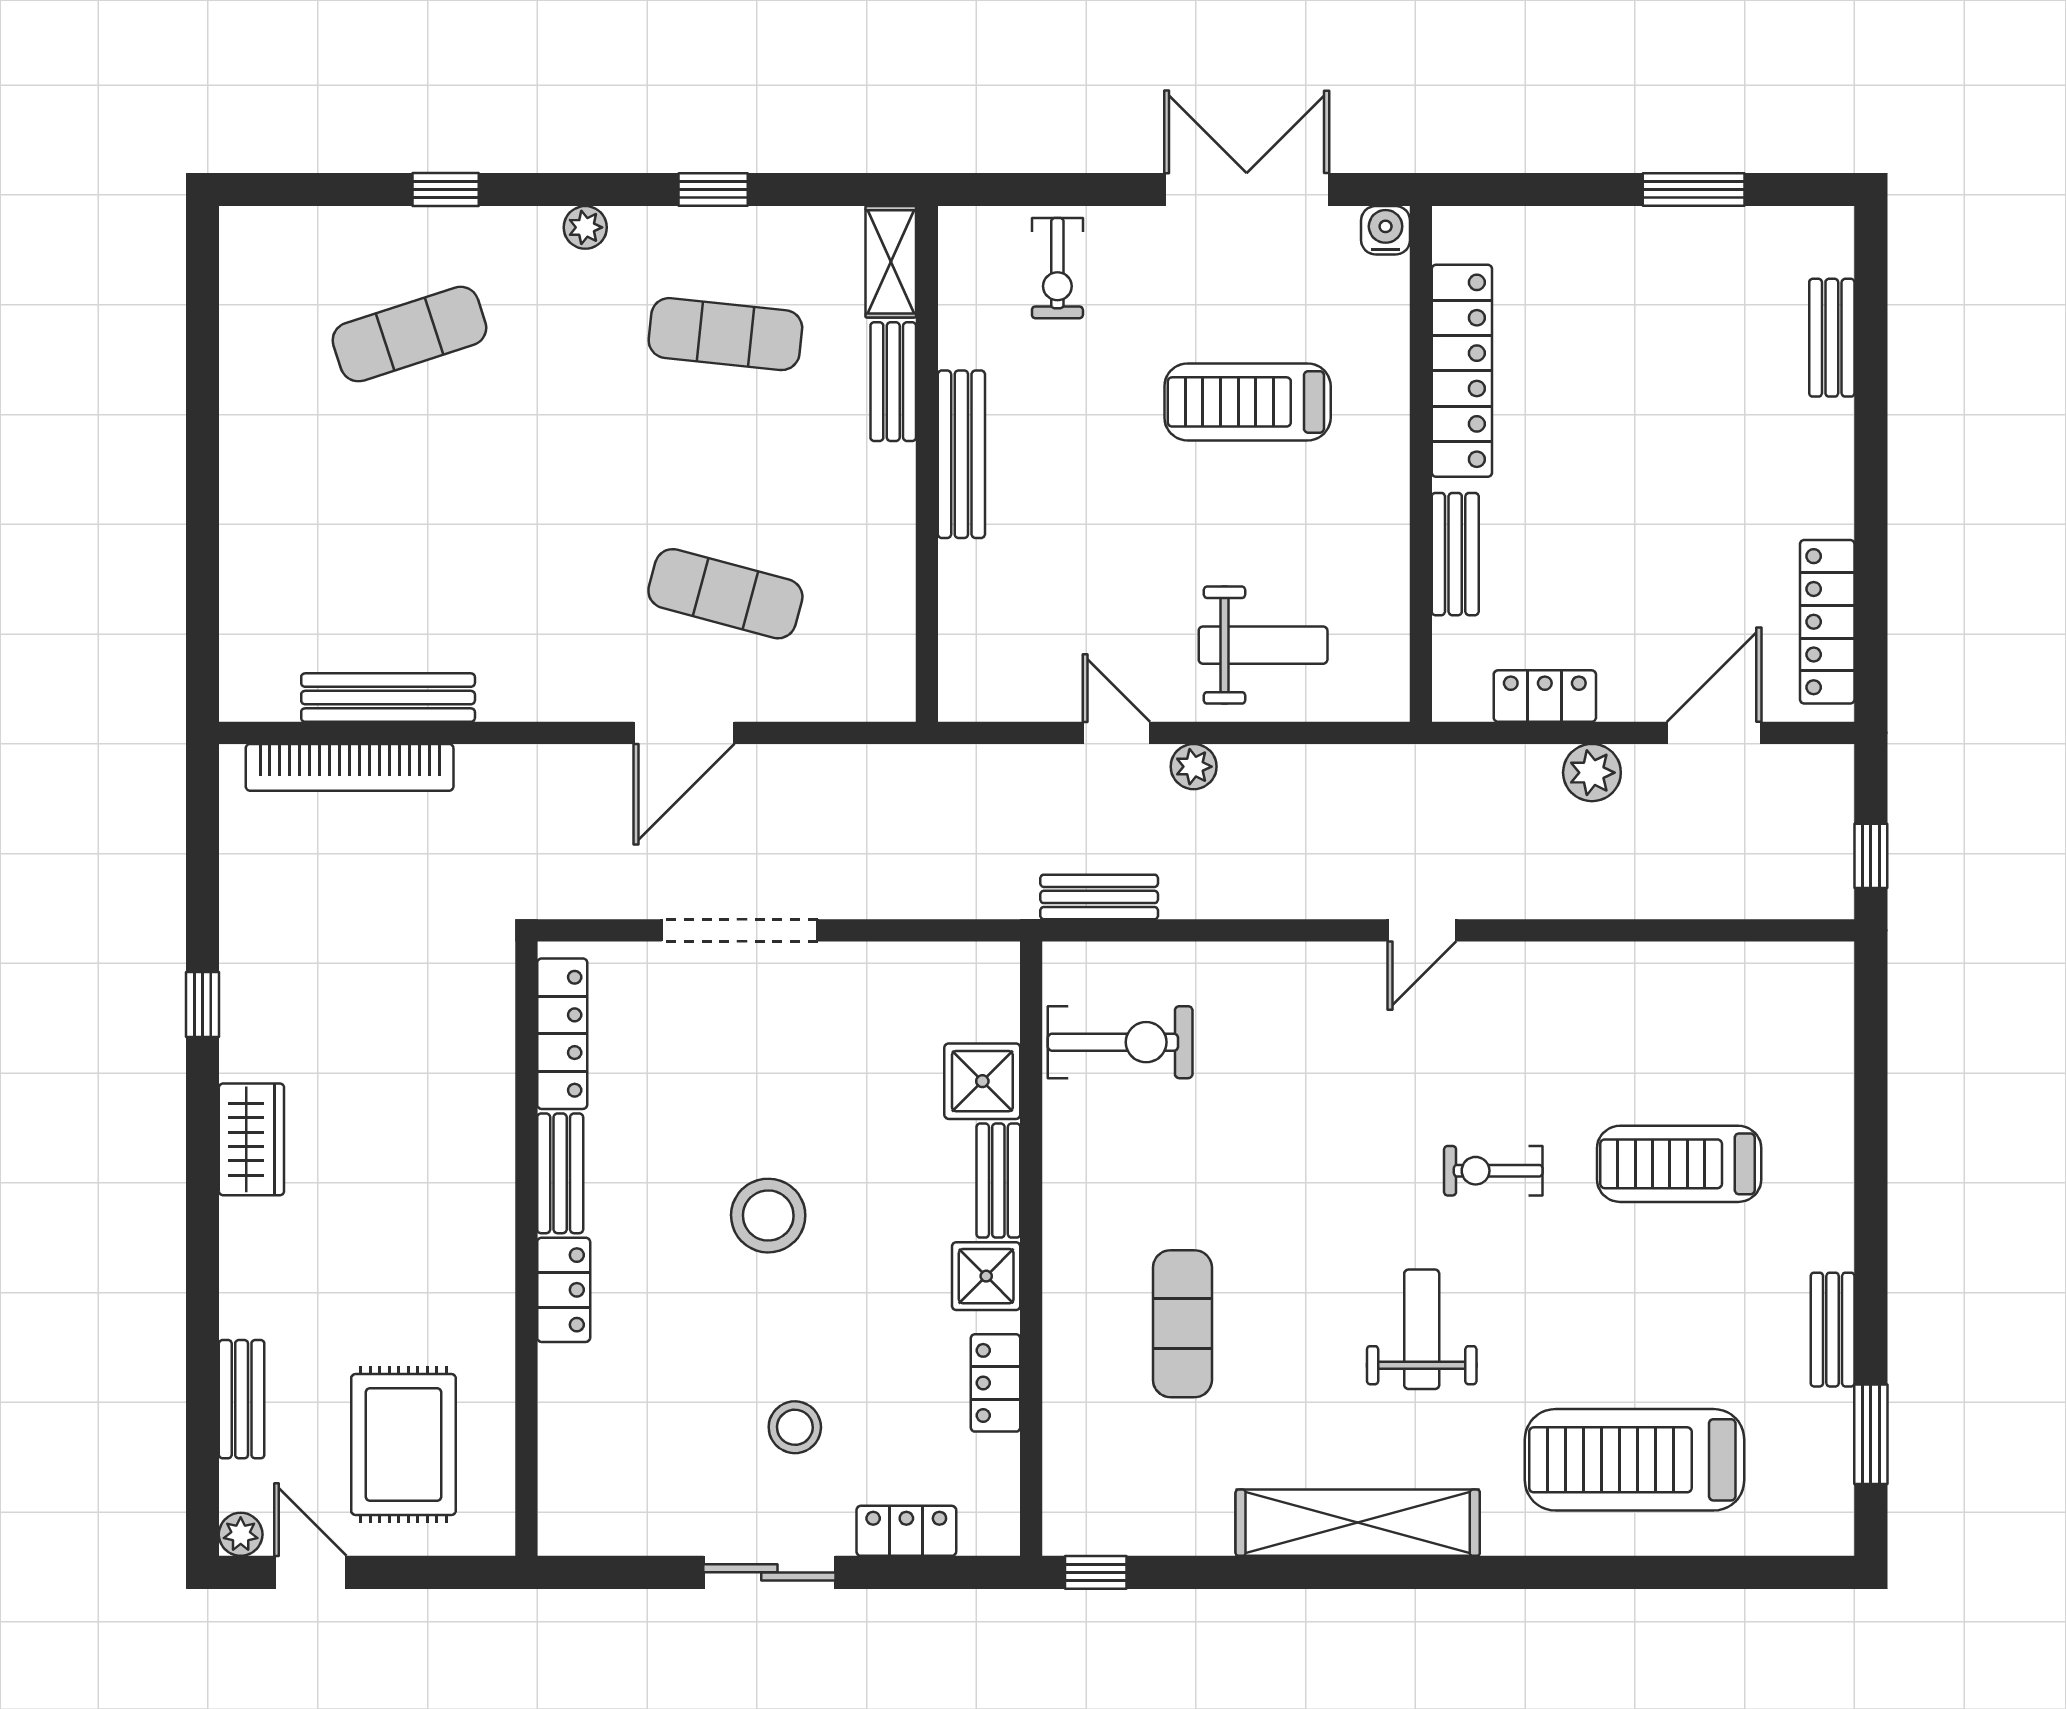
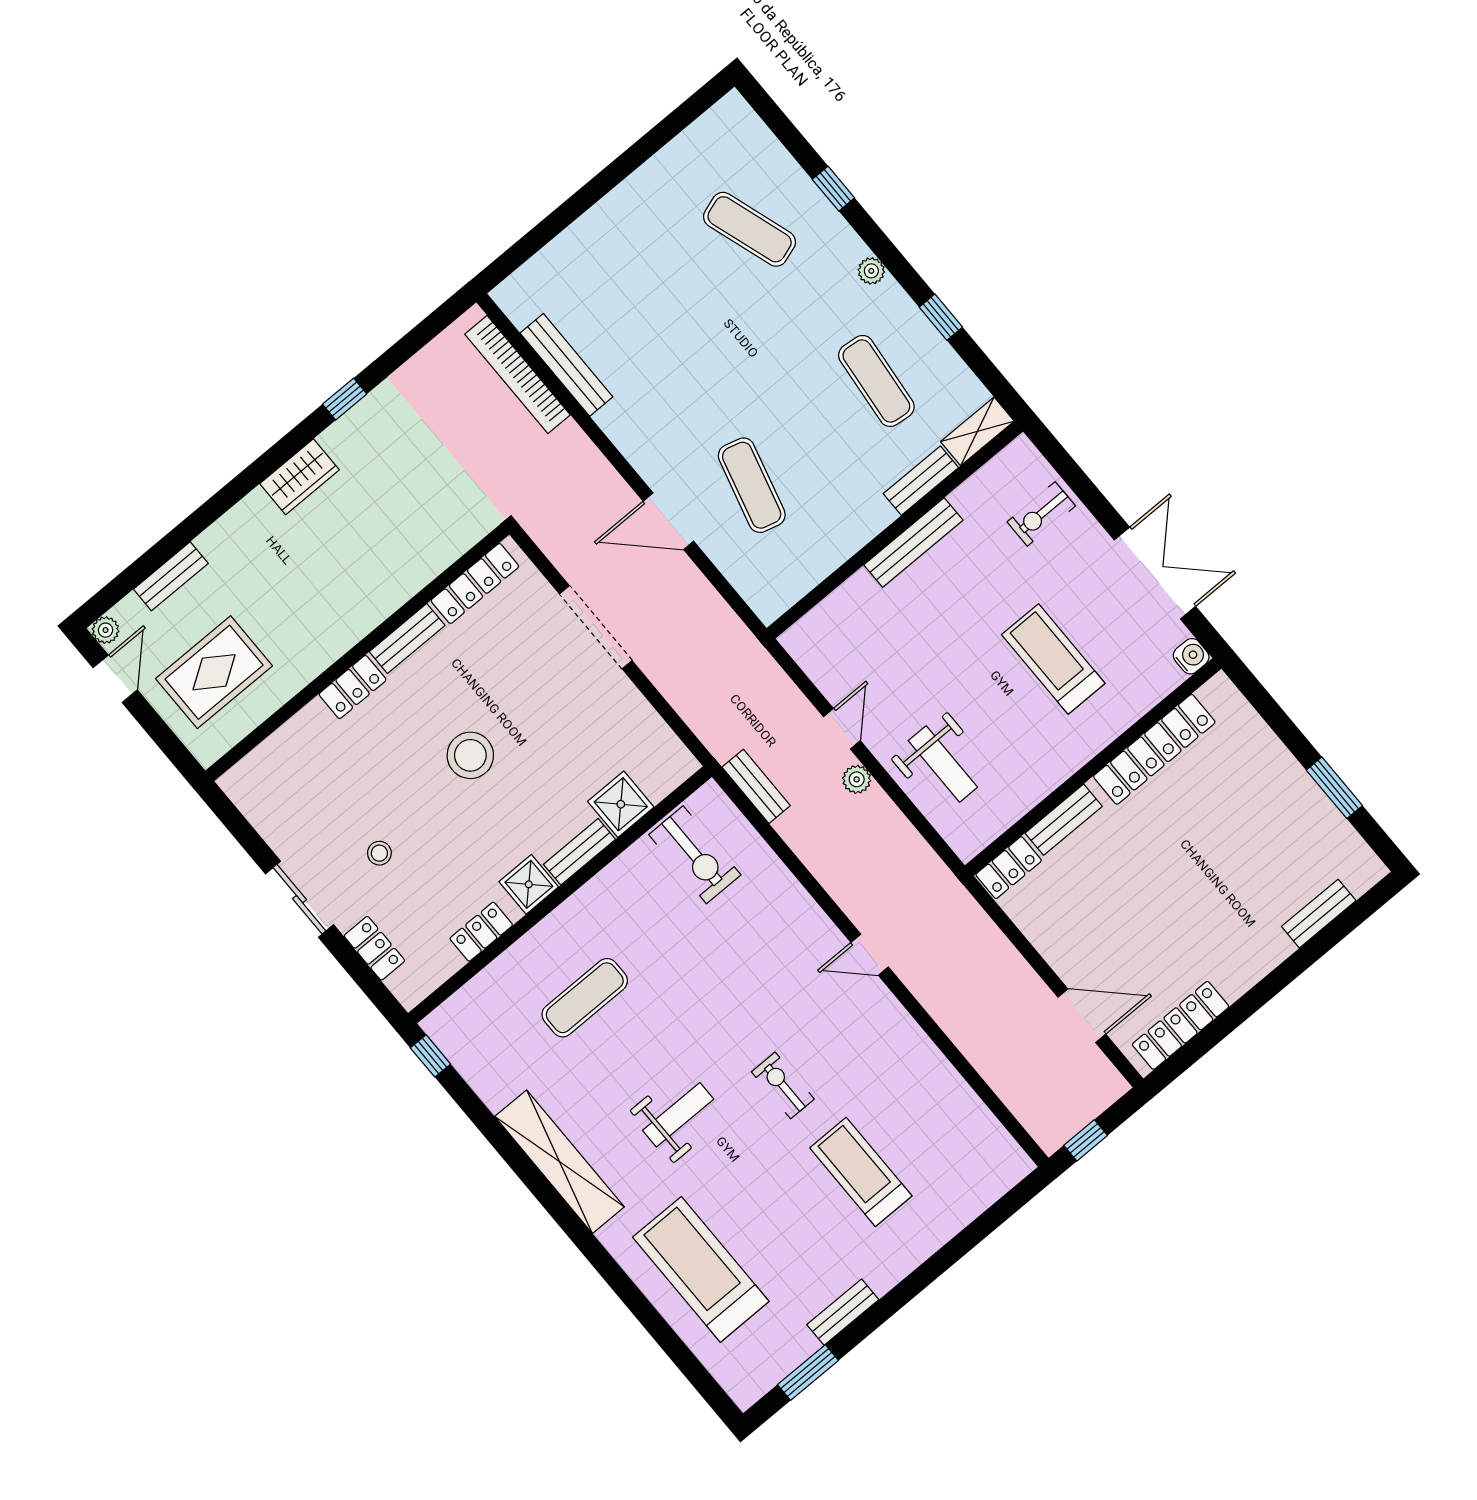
locker: (1545, 696) -> (1009, 868), moved, turned 90
plant: (1592, 773) -> (1014, 973), removed
stool: (795, 1427) -> (379, 853), width x0.73, depth x0.73

